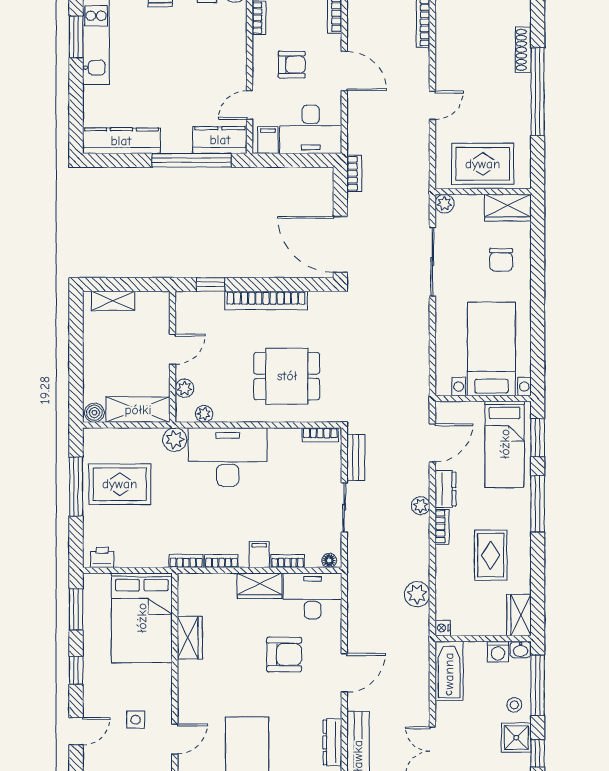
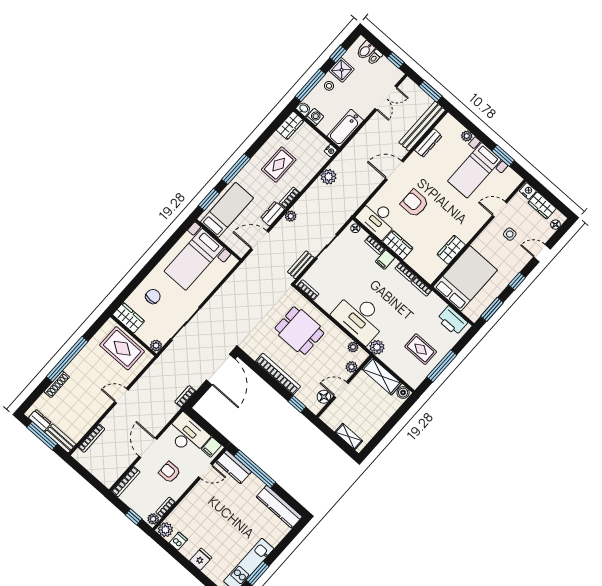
floor lamp: (186, 322) -> (324, 397), added
rug: (120, 484) -> (421, 349), width x0.73, depth x0.70
printer: (102, 557) -> (452, 321), width x1.87, depth x1.48

